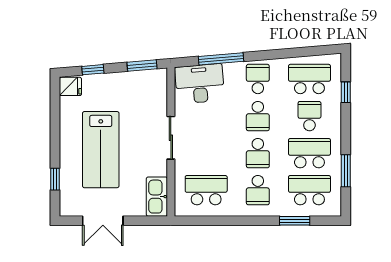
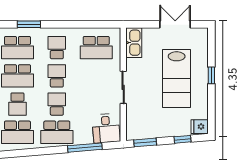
school desk: (258, 79) -> (57, 132), width x1.85
desk: (200, 84) -> (106, 128), width x0.73
lab bench: (101, 150) -> (177, 78), turned 180
window: (55, 179) -> (211, 75), moved

